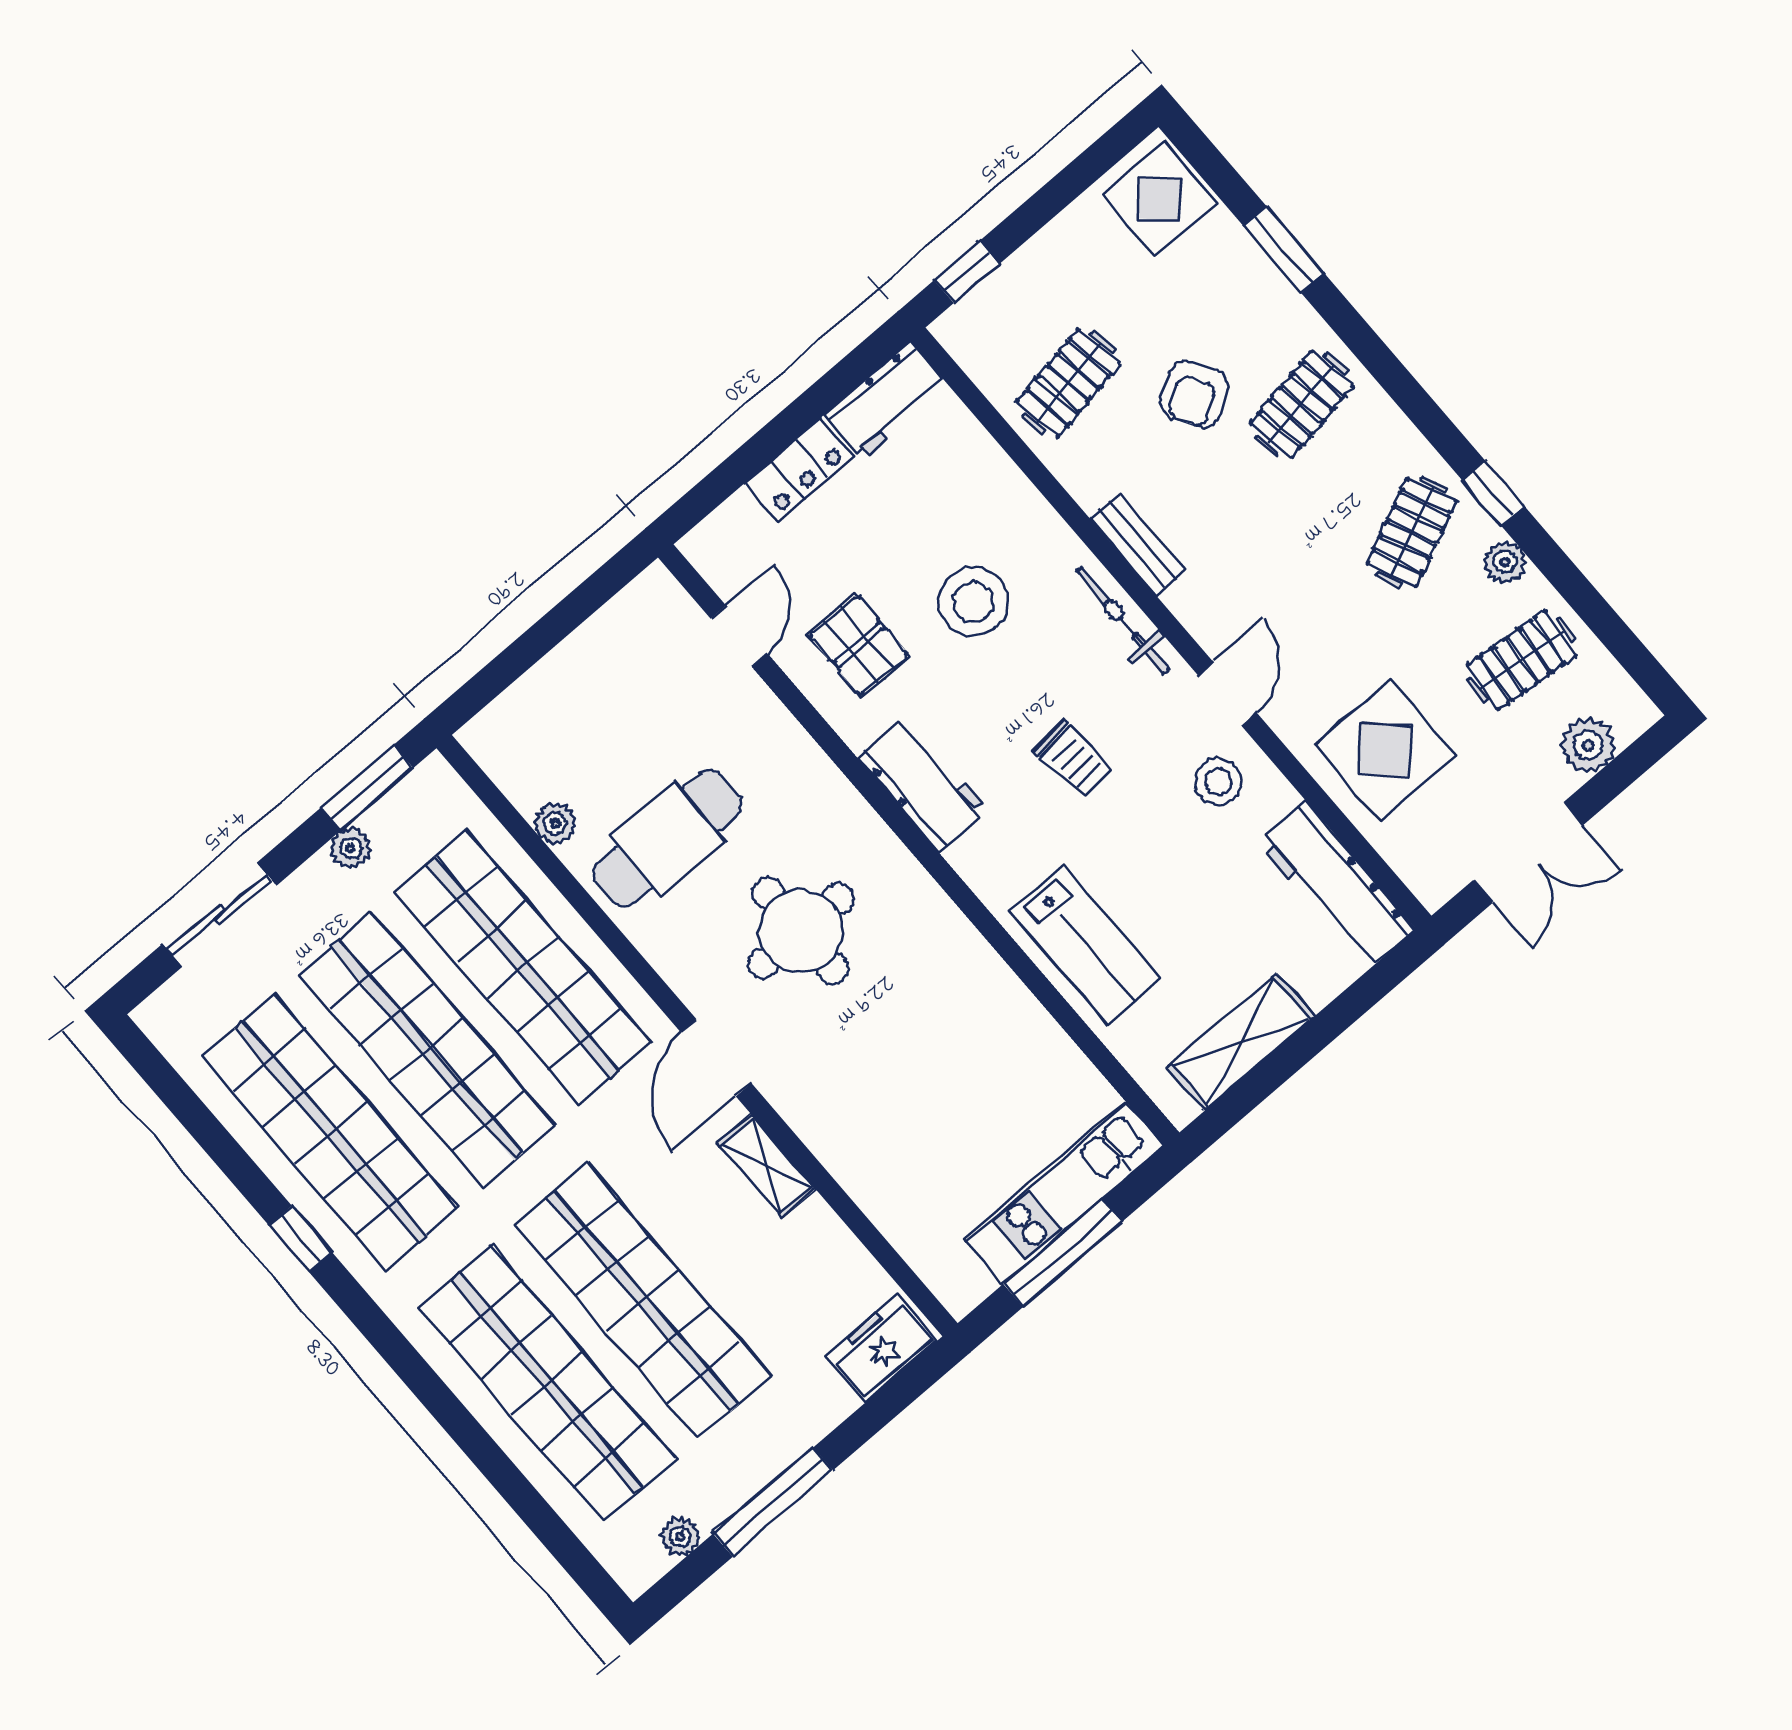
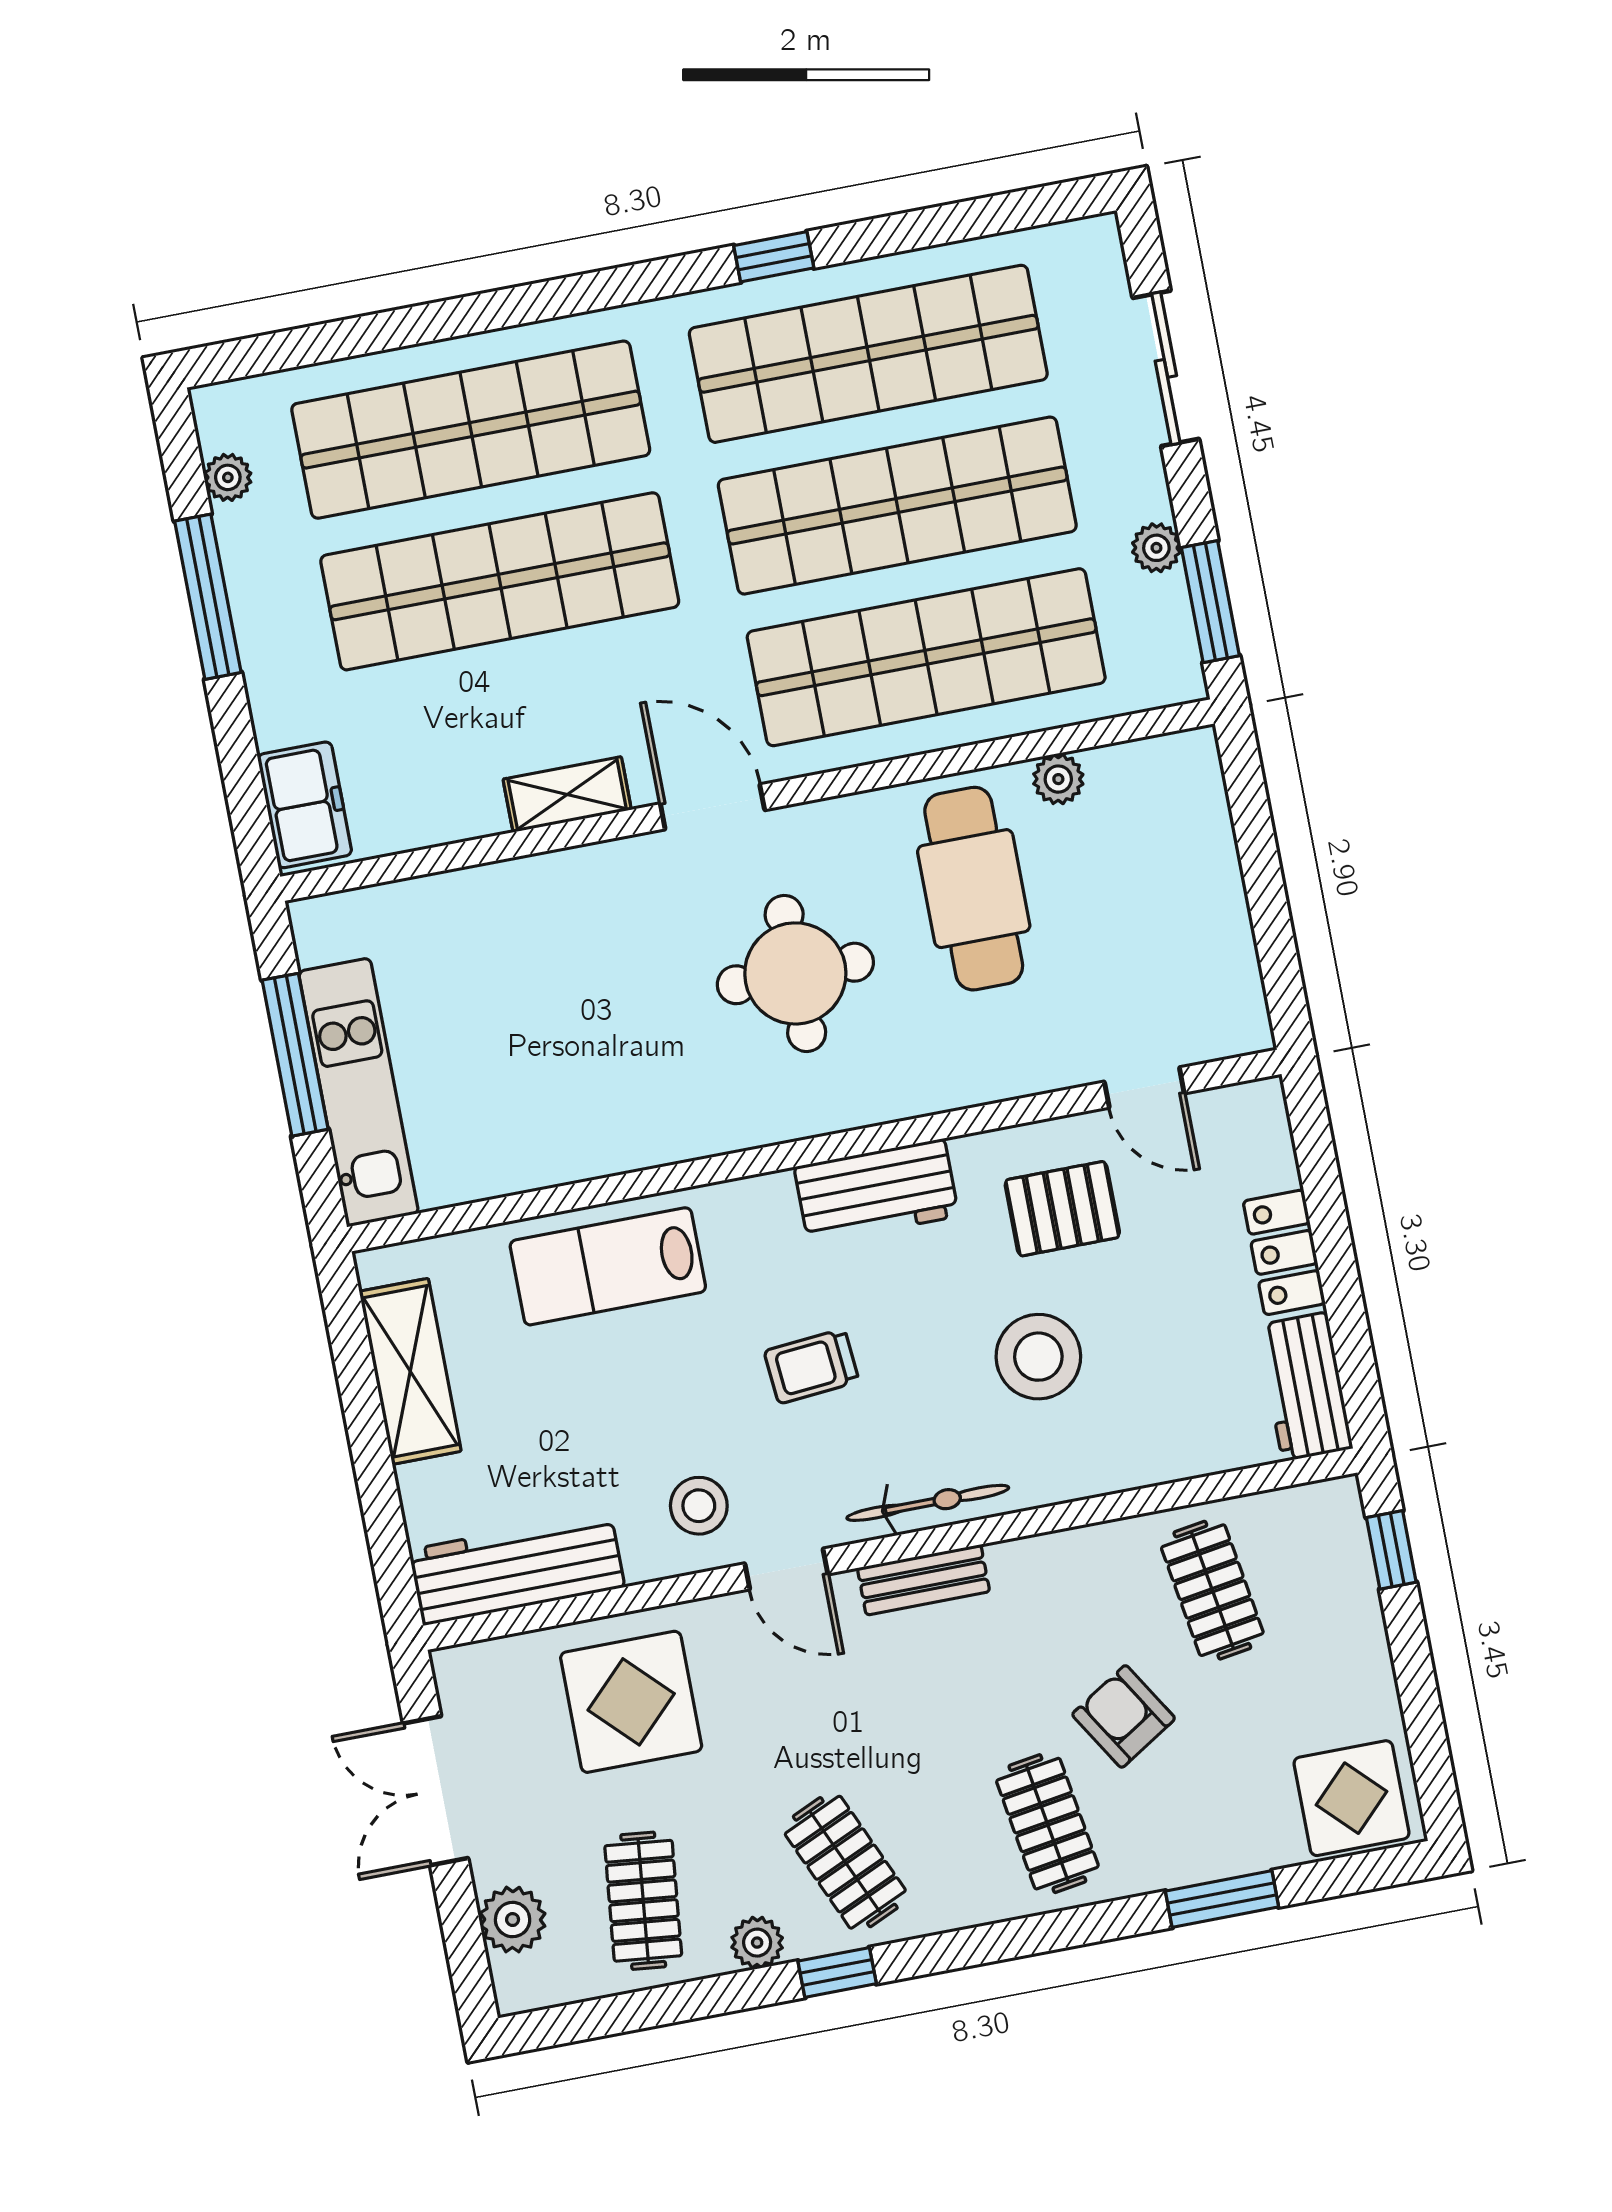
bench: (1138, 544) -> (923, 1580), moved

